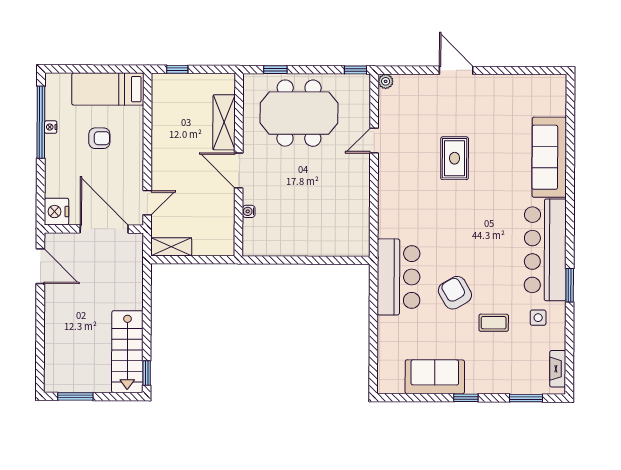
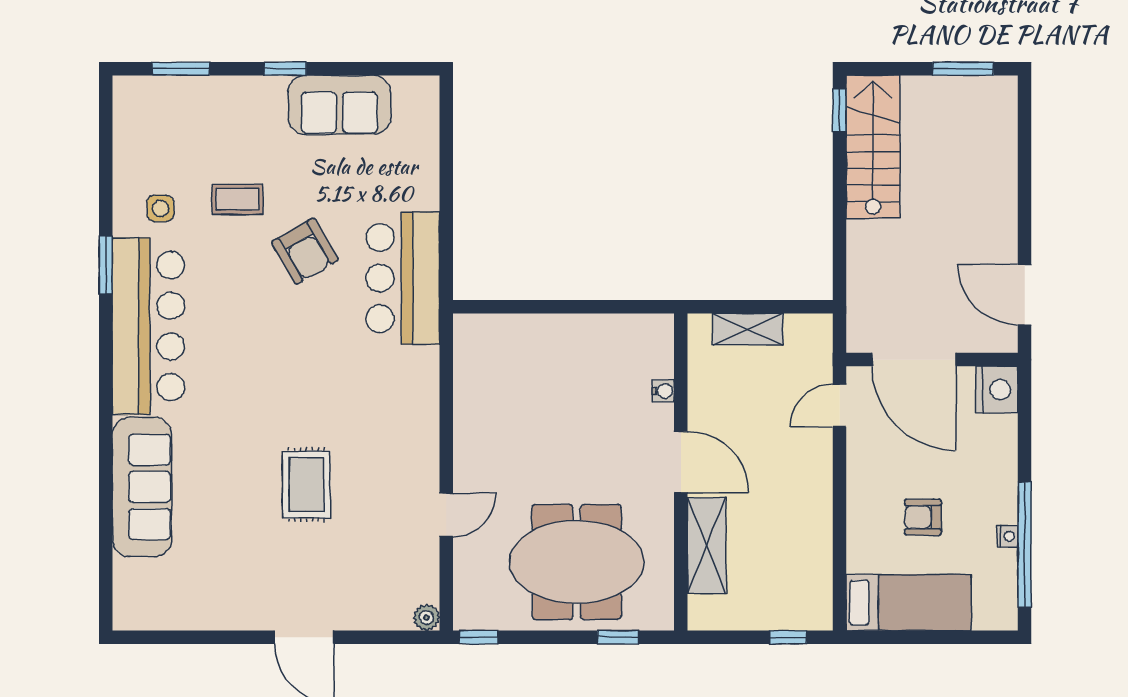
shelving: (171, 247) -> (748, 329), moved
fireplace: (558, 369) -> (126, 120), removed

